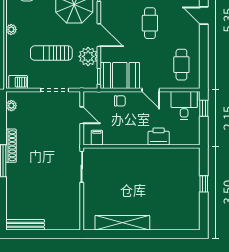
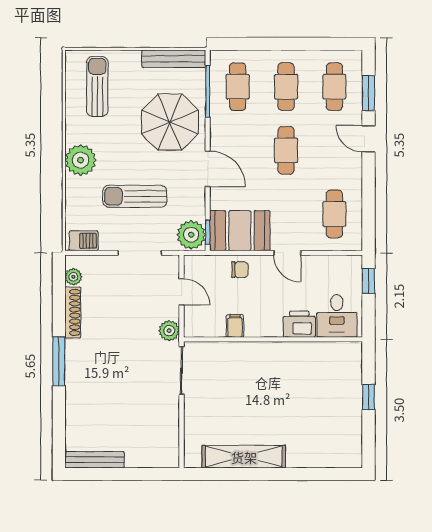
plant: (11, 30) -> (81, 160), width x1.88, depth x1.88
plant: (88, 56) -> (191, 235), moved
desk: (184, 105) -> (337, 316), moved, turned 180
filing cabinet: (97, 138) -> (235, 326), moved
plant: (74, 141) -> (169, 331), added
shoe rack: (11, 146) -> (73, 312), moved

